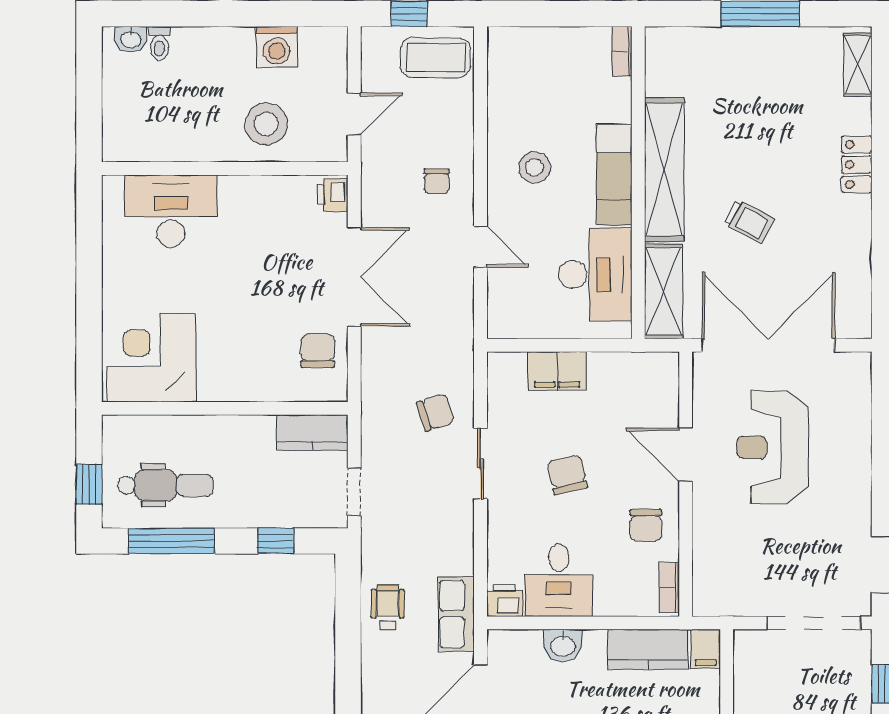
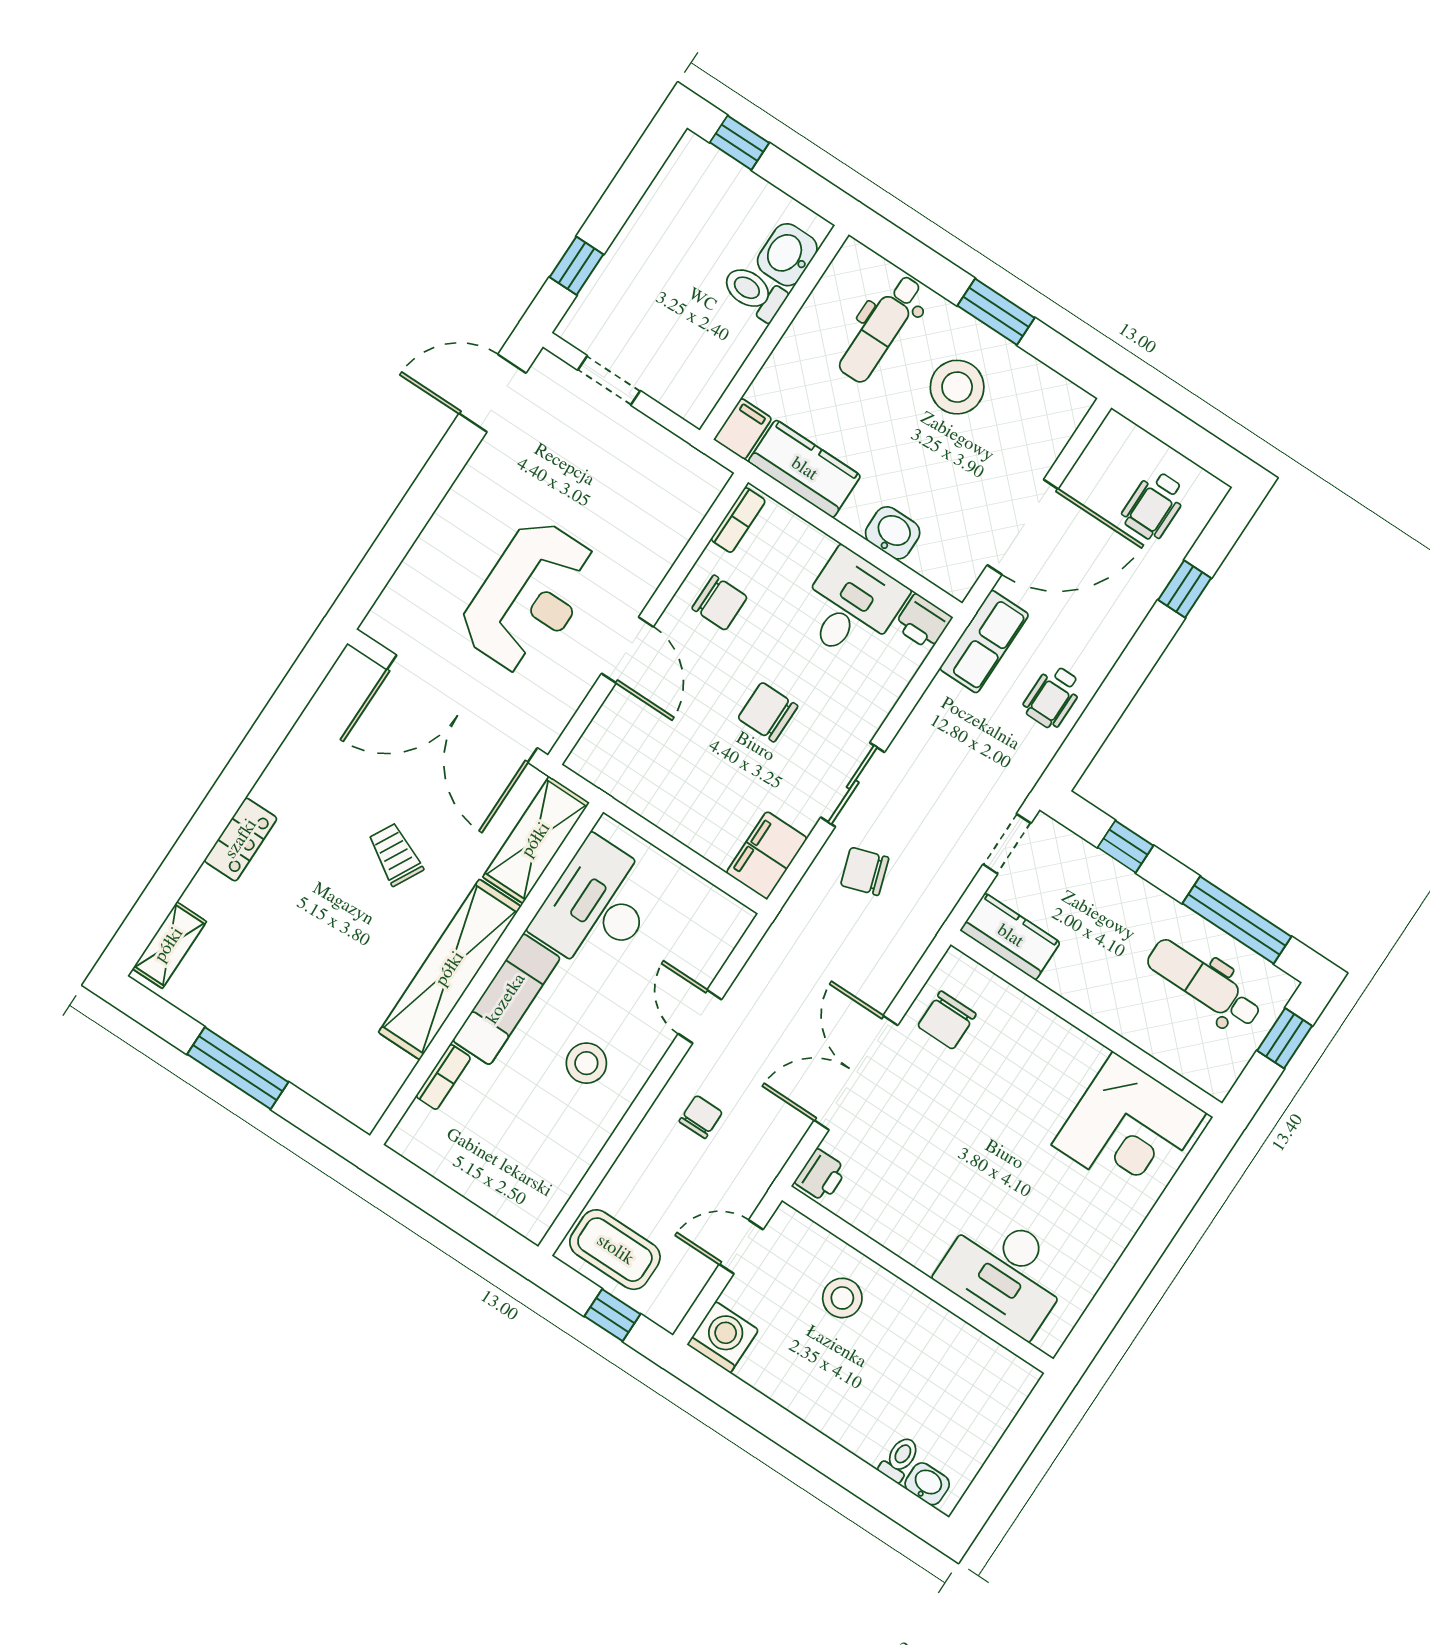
washing machine: (277, 47) -> (723, 1337), moved
bookcase: (622, 51) -> (443, 1077), moved
stool: (266, 124) -> (842, 1298), width x0.73, depth x0.73
filing cabinet: (557, 371) -> (767, 855), moved, turned -90
chair: (567, 475) -> (768, 712), turned 103
chair: (646, 525) -> (720, 603), turned 90
doorway: (814, 623) -> (609, 380), width x0.53

